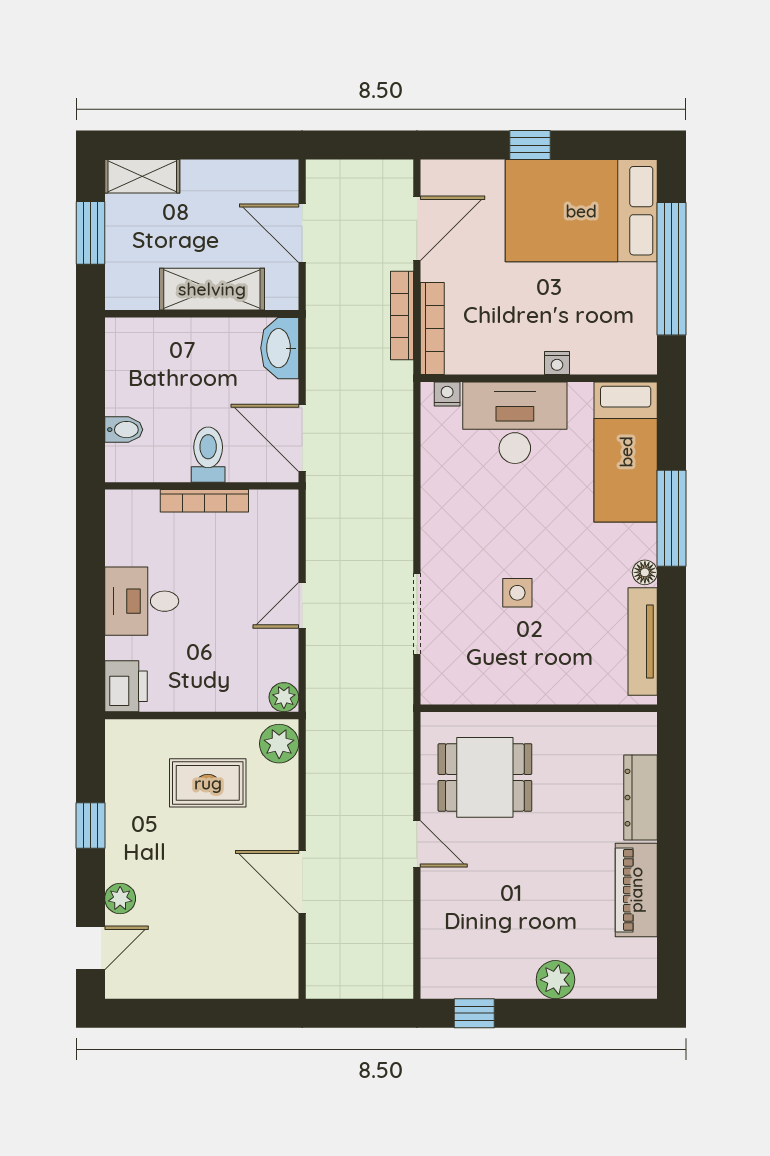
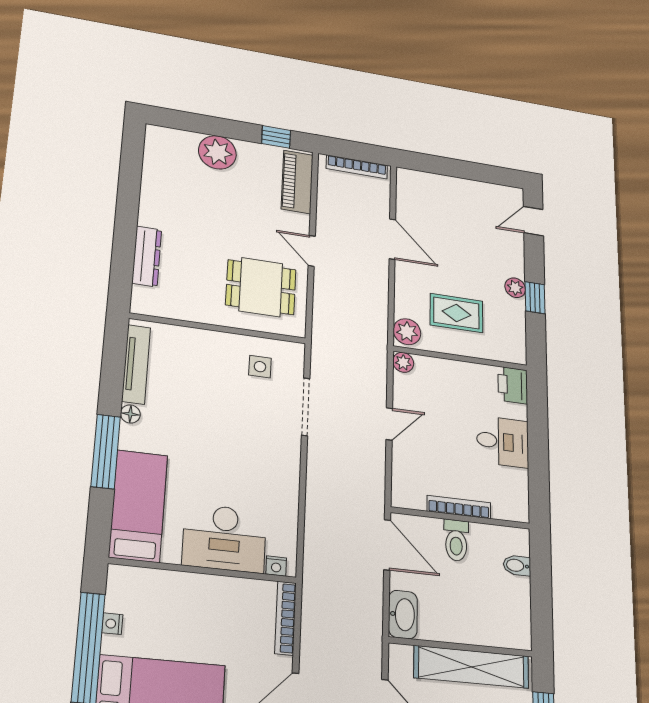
shelving: (212, 289) -> (472, 667), width x1.47
bookcase: (402, 315) -> (357, 167), moved, turned 90
nightstand: (557, 363) -> (112, 624), moved, turned -90
side table: (517, 593) -> (260, 367), moved
piano: (636, 890) -> (297, 182), moved, turned 180
plant: (120, 898) -> (515, 288), moved
plant: (555, 980) -> (217, 152), width x1.36, depth x1.36

